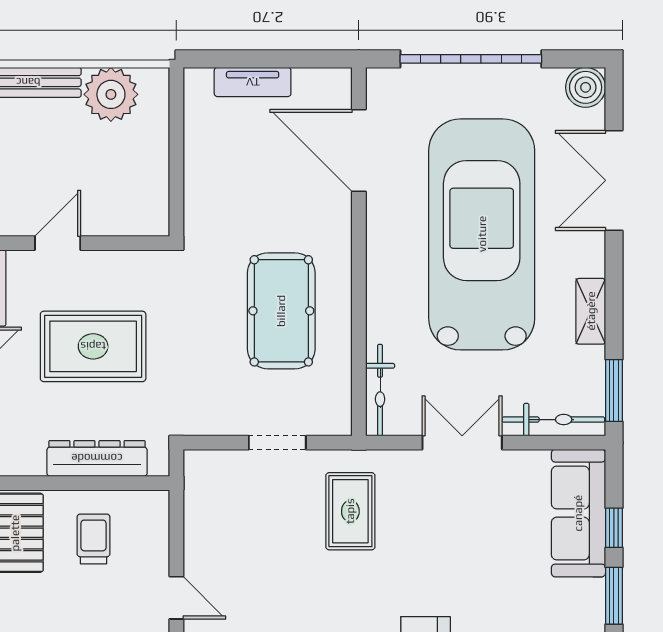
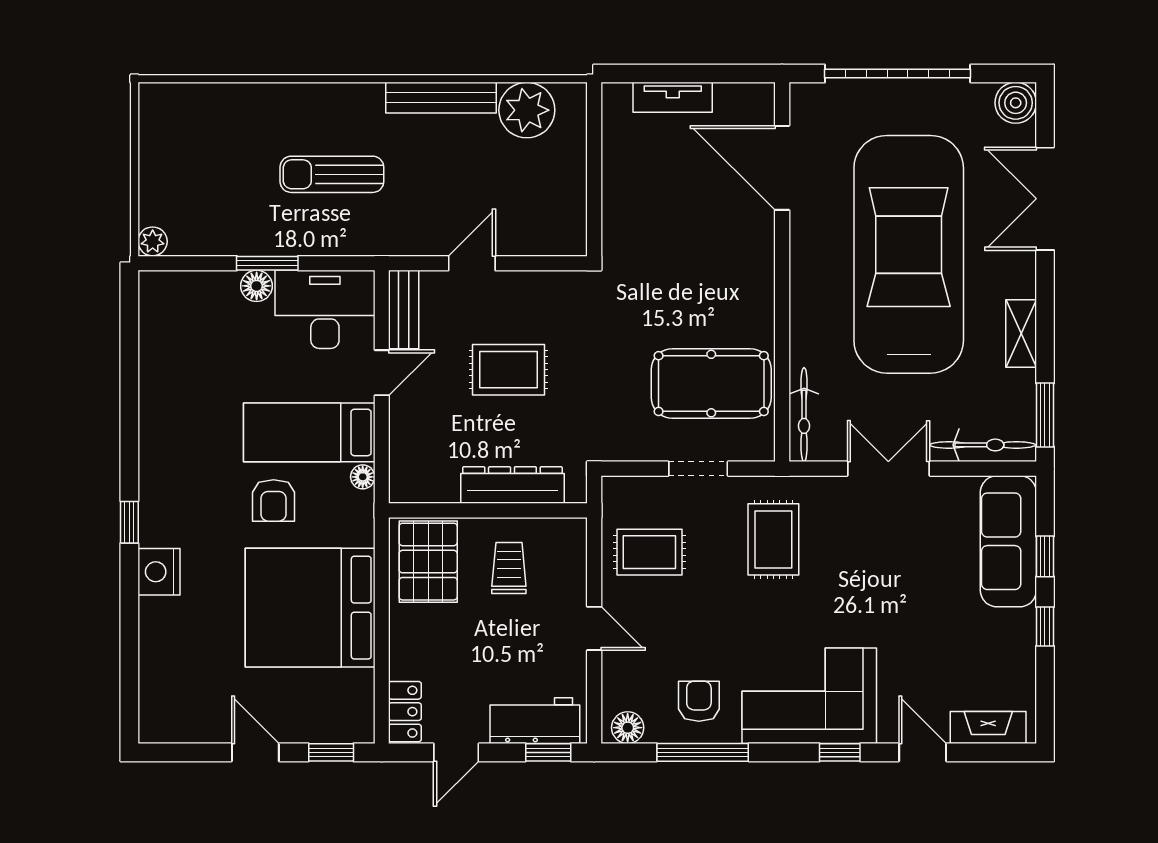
pool table: (281, 311) -> (711, 384), moved, turned 90
rug: (93, 346) -> (508, 370), width x0.73, depth x0.70
rug: (230, 524) -> (649, 552), added
window: (614, 596) -> (1045, 627), width x0.67

